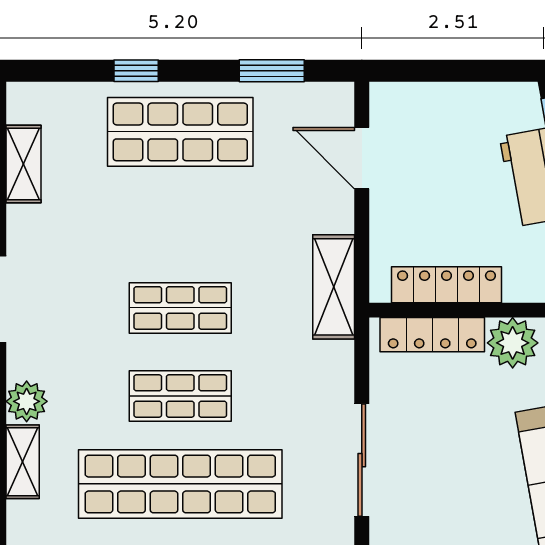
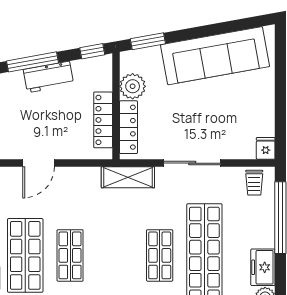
shelving: (334, 287) -> (128, 177), moved
shop shelf: (180, 308) -> (70, 255), moved

